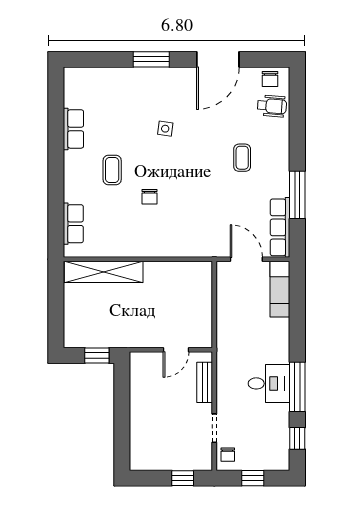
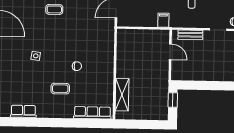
row of seats: (73, 129) -> (23, 111), moved
row of seats: (73, 224) -> (92, 113), width x1.48
shelving: (104, 272) -> (122, 95), width x0.68
filing cabinet: (228, 337) -> (163, 20), added

